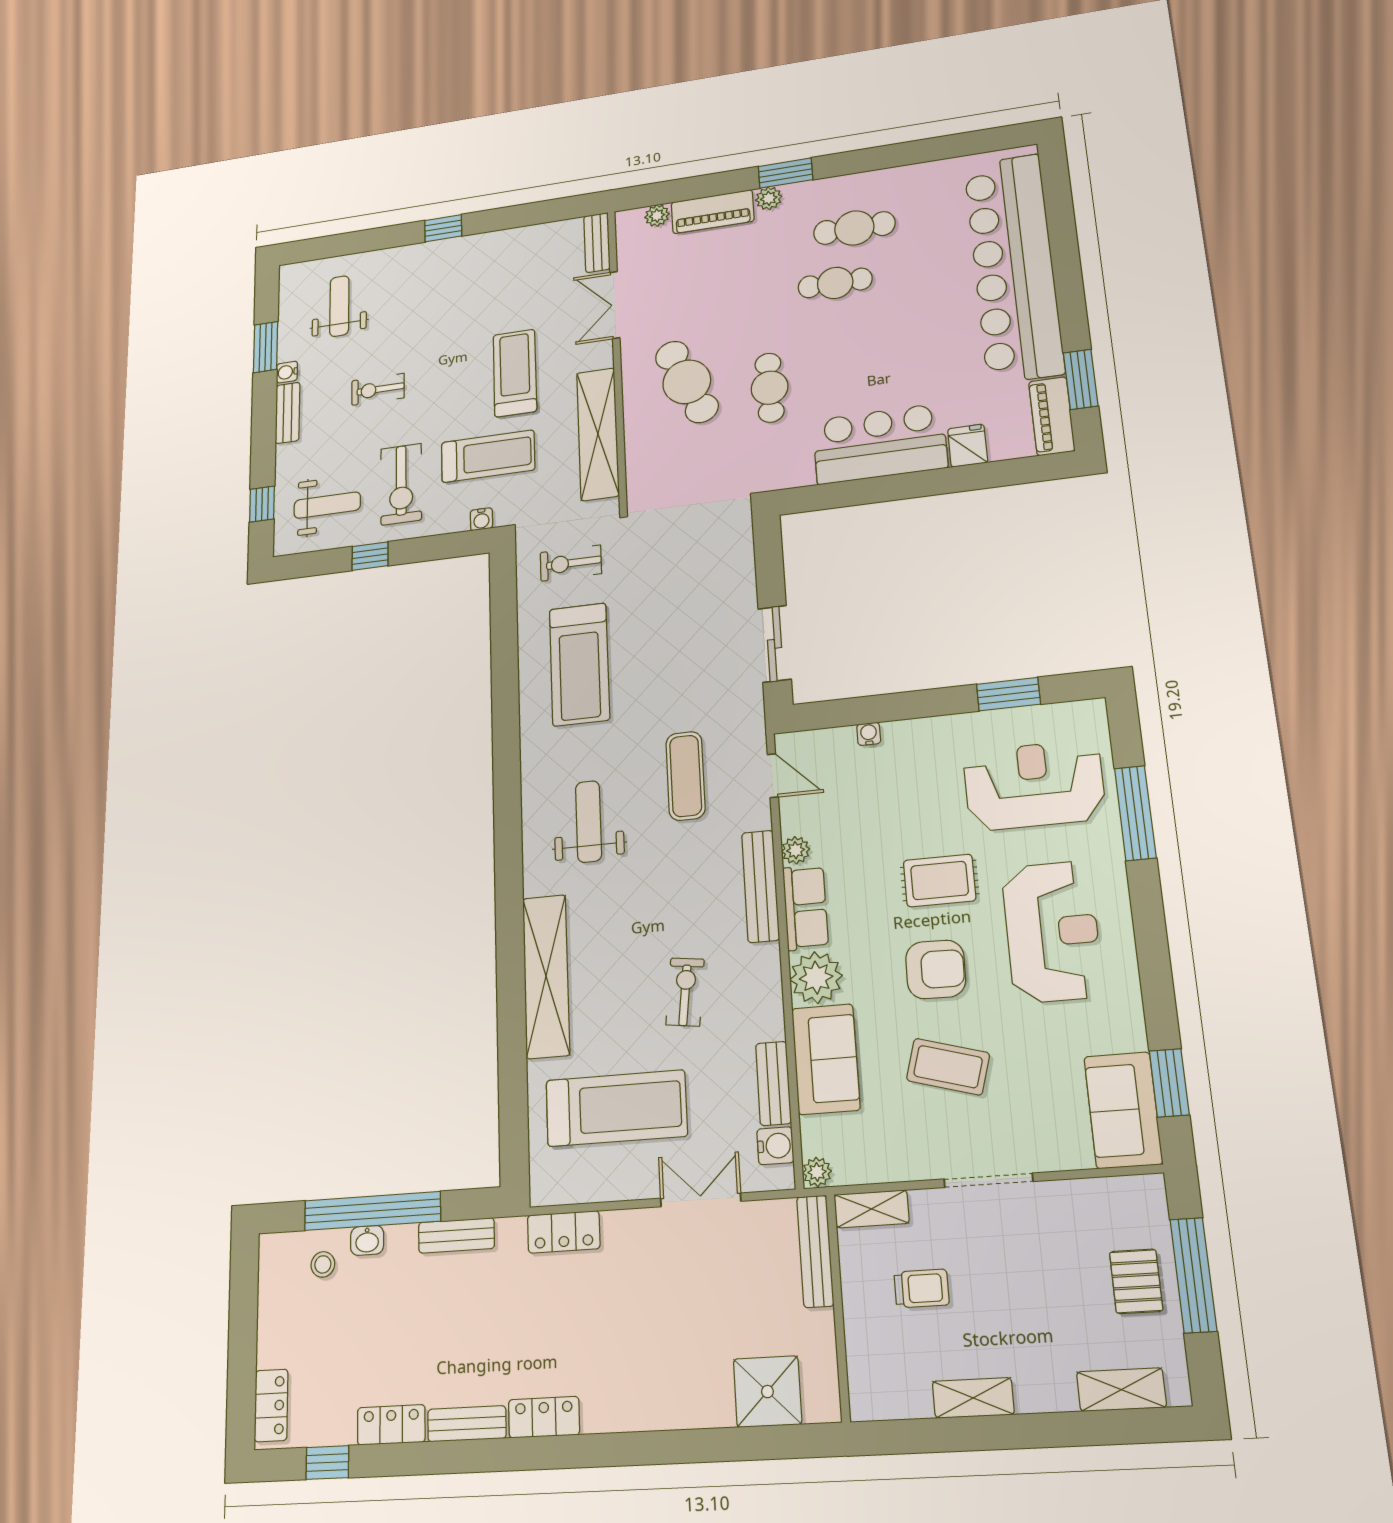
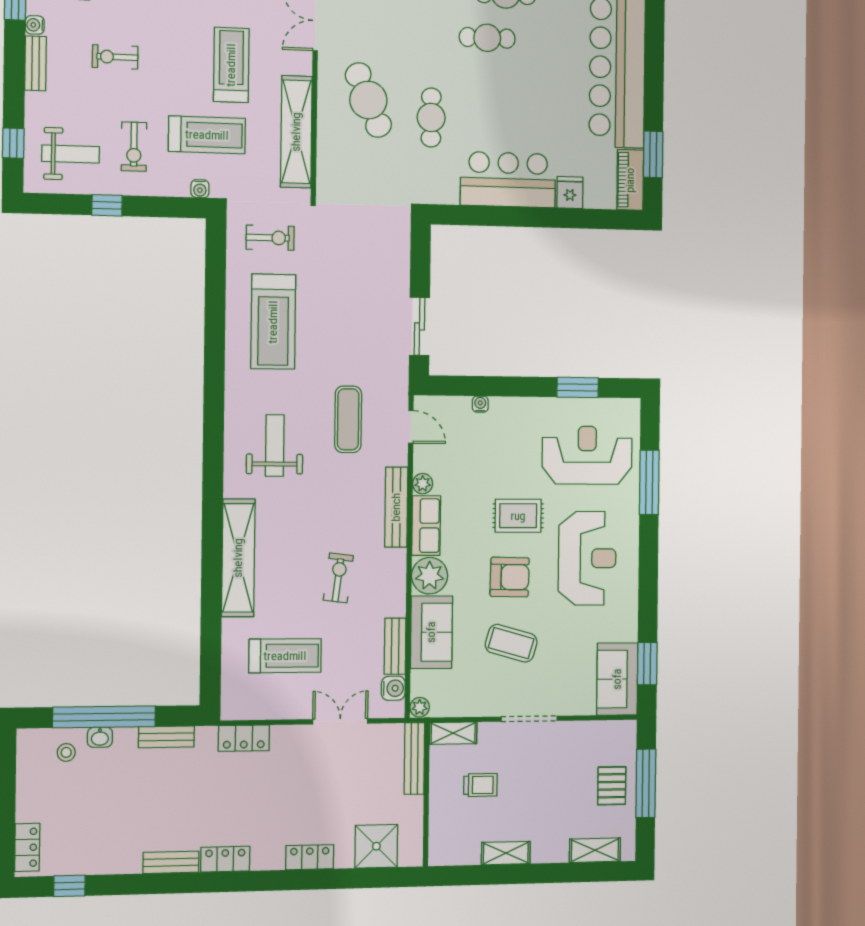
exercise bike: (401, 484) -> (134, 147), width x0.73, depth x0.72
exercise bike: (571, 563) -> (270, 238), turned 180
treadmill: (616, 1108) -> (285, 656), width x0.73, depth x0.73
locker: (391, 1425) -> (310, 857), moved

